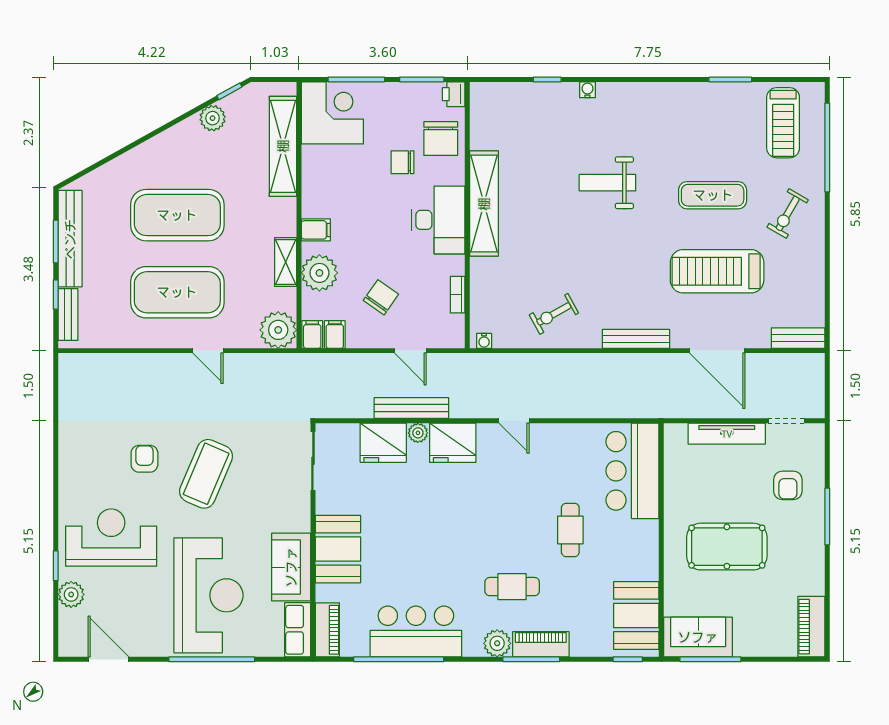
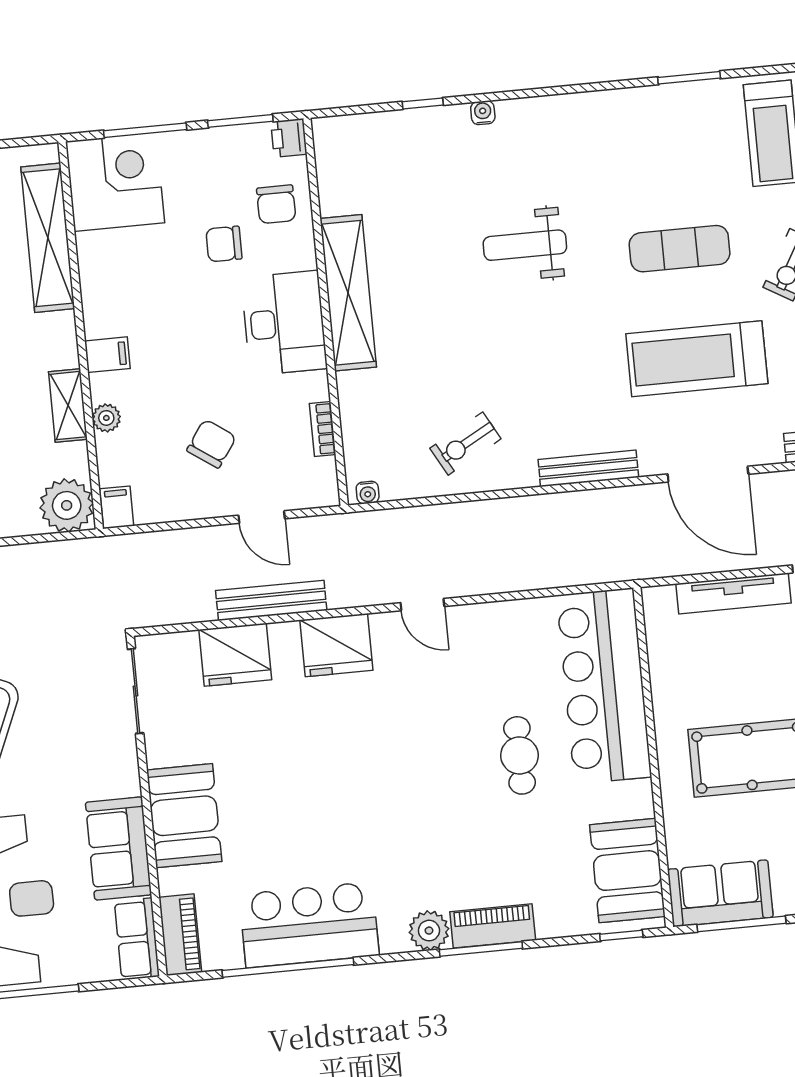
chair: (441, 139) -> (276, 204), width x0.73, depth x0.73
plant: (319, 273) -> (106, 418), width x0.53, depth x0.53
filing cabinet: (335, 334) -> (150, 504), removed
plant: (418, 433) -> (284, 636), removed
bar counter: (632, 471) -> (604, 686), width x1.36
cafe table: (512, 587) -> (443, 846), removed

